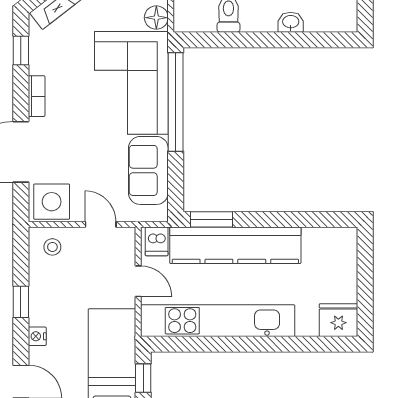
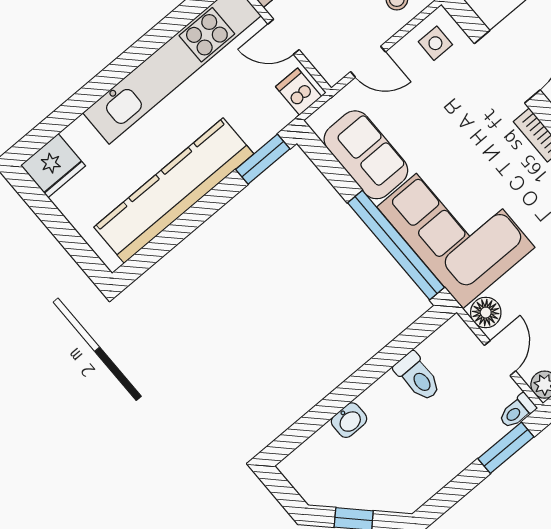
side table: (52, 202) -> (435, 43), width x0.54, depth x0.54
kitchen counter: (235, 245) -> (174, 191), moved

